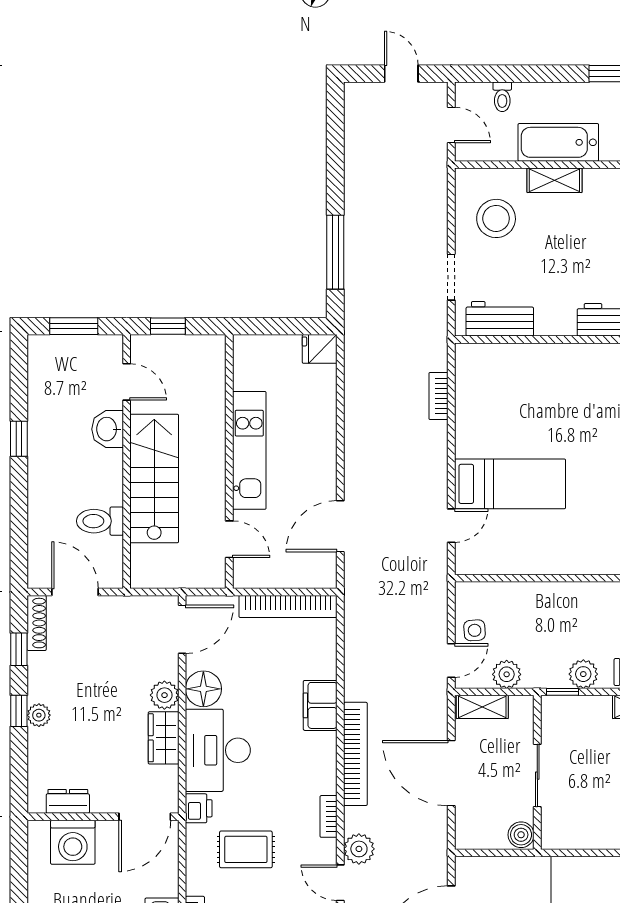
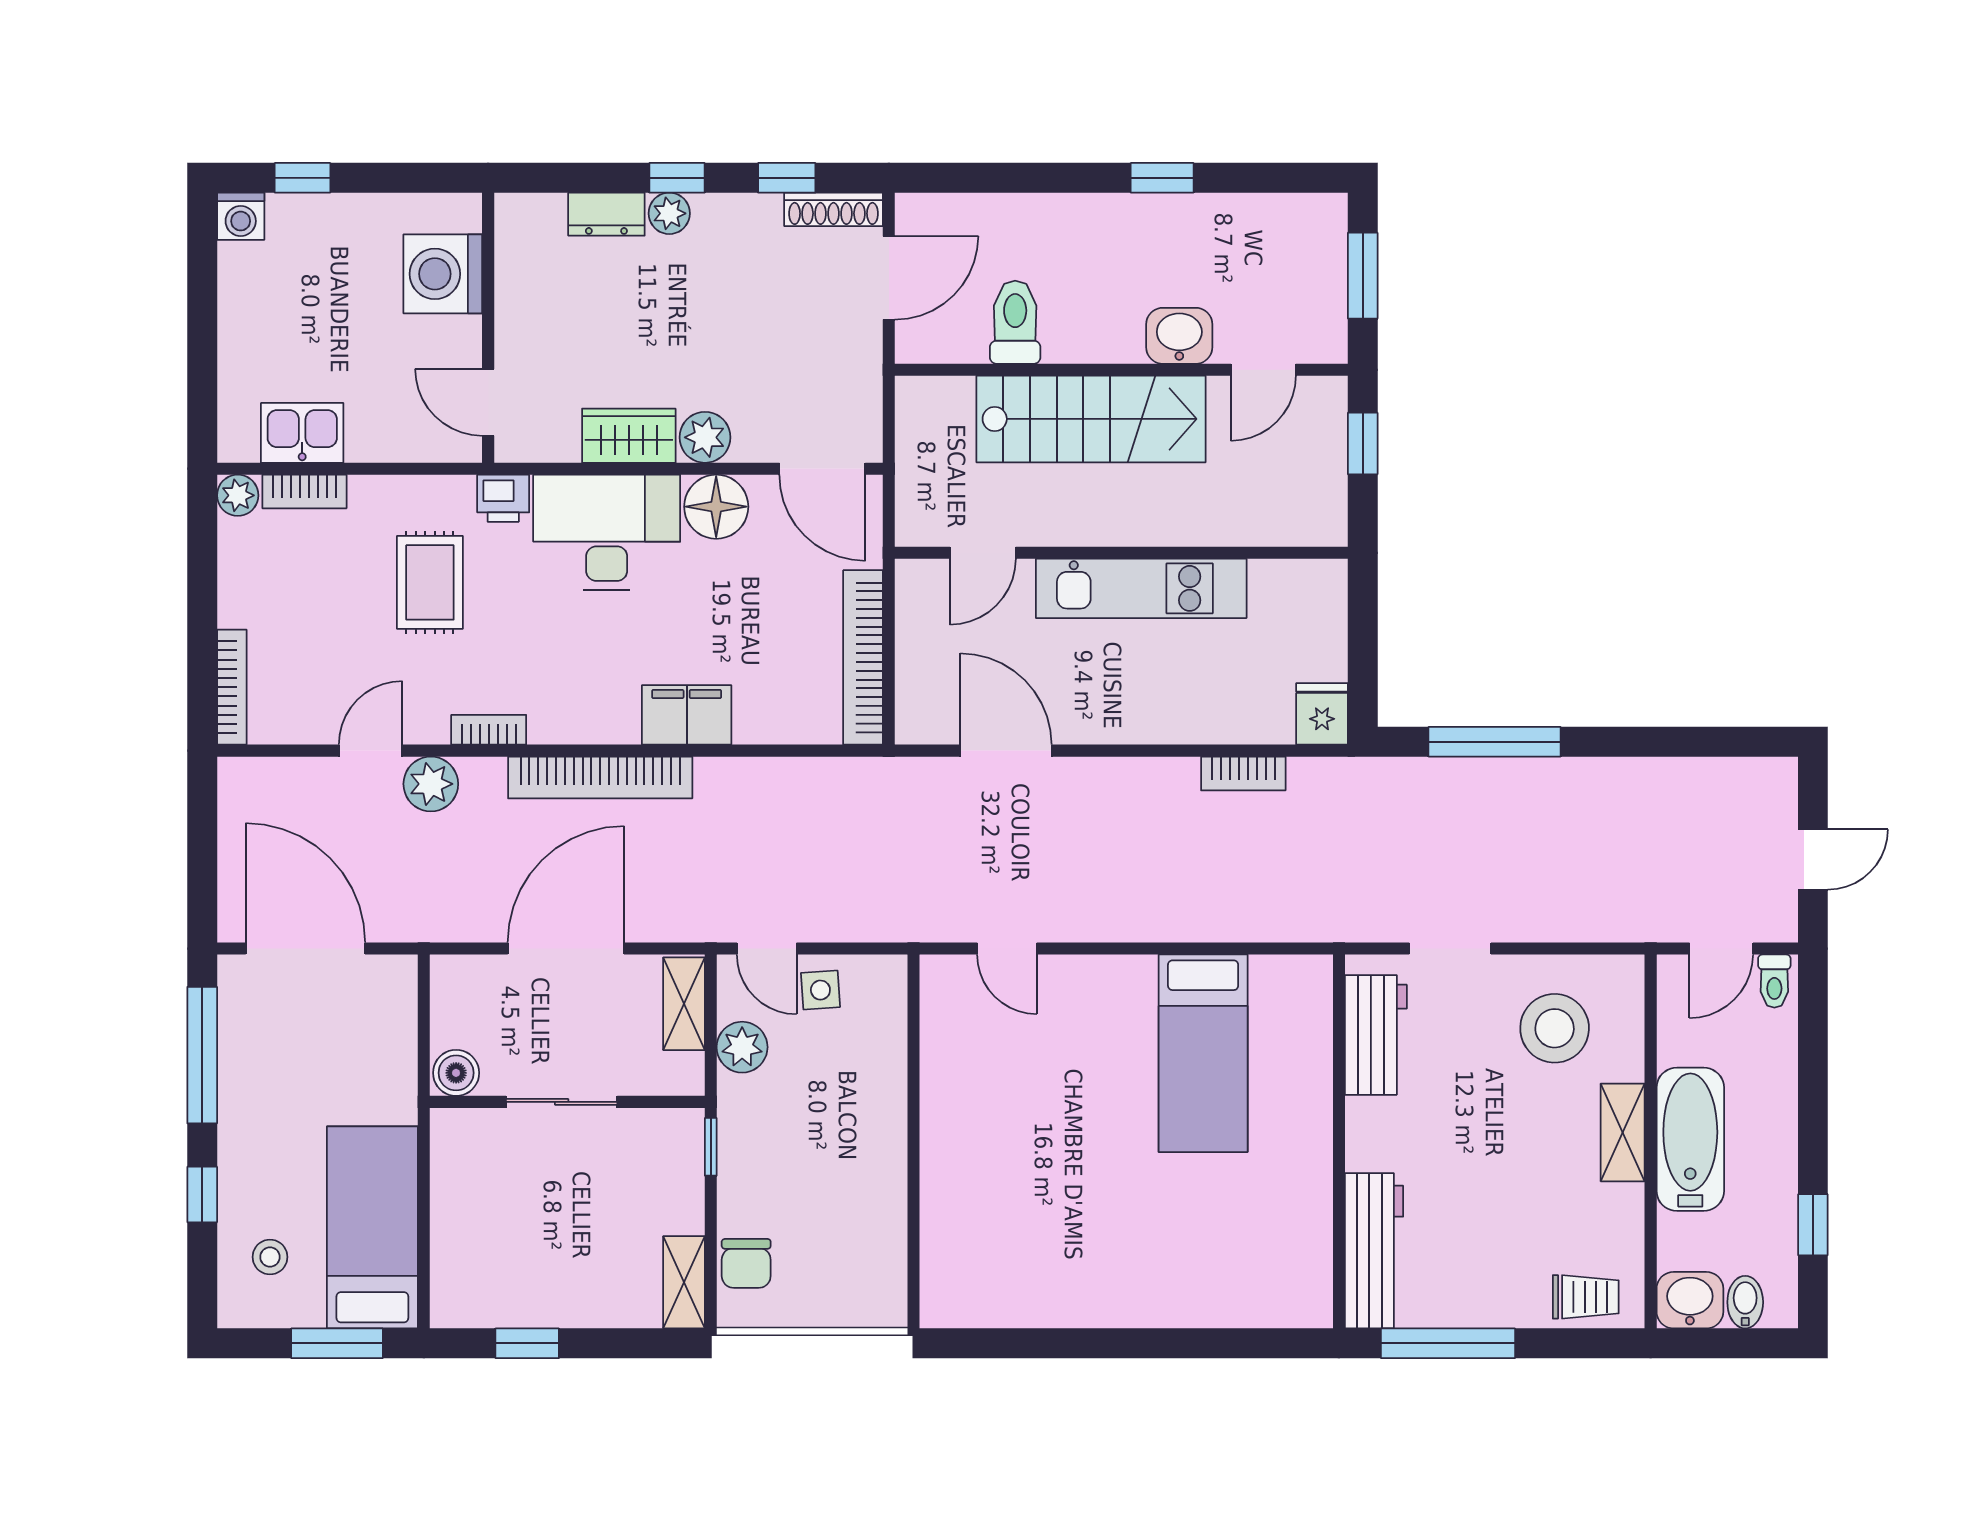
toilet: (502, 97) -> (1774, 981), moved, turned -90
bookcase: (438, 396) -> (1243, 773), moved, turned 180
bed: (510, 484) -> (1203, 1053), moved
plant: (583, 674) -> (742, 1184), removed
dresser: (68, 801) -> (606, 214), moved, turned 90
door: (145, 817) -> (488, 402), width x0.73

